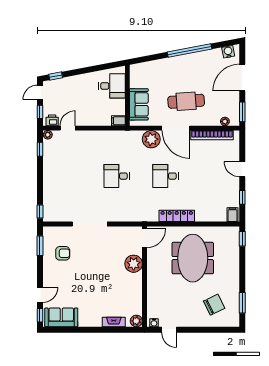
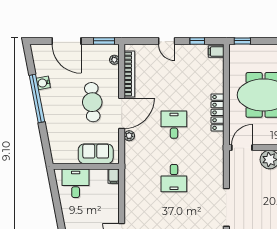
water cooler: (228, 52) -> (43, 83), moved
plant: (151, 139) -> (129, 136), width x0.53, depth x0.53
door: (242, 169) -> (167, 41), hinge flipped
desk: (166, 176) -> (174, 125), turned 180
door: (145, 238) -> (242, 148), hinge flipped

